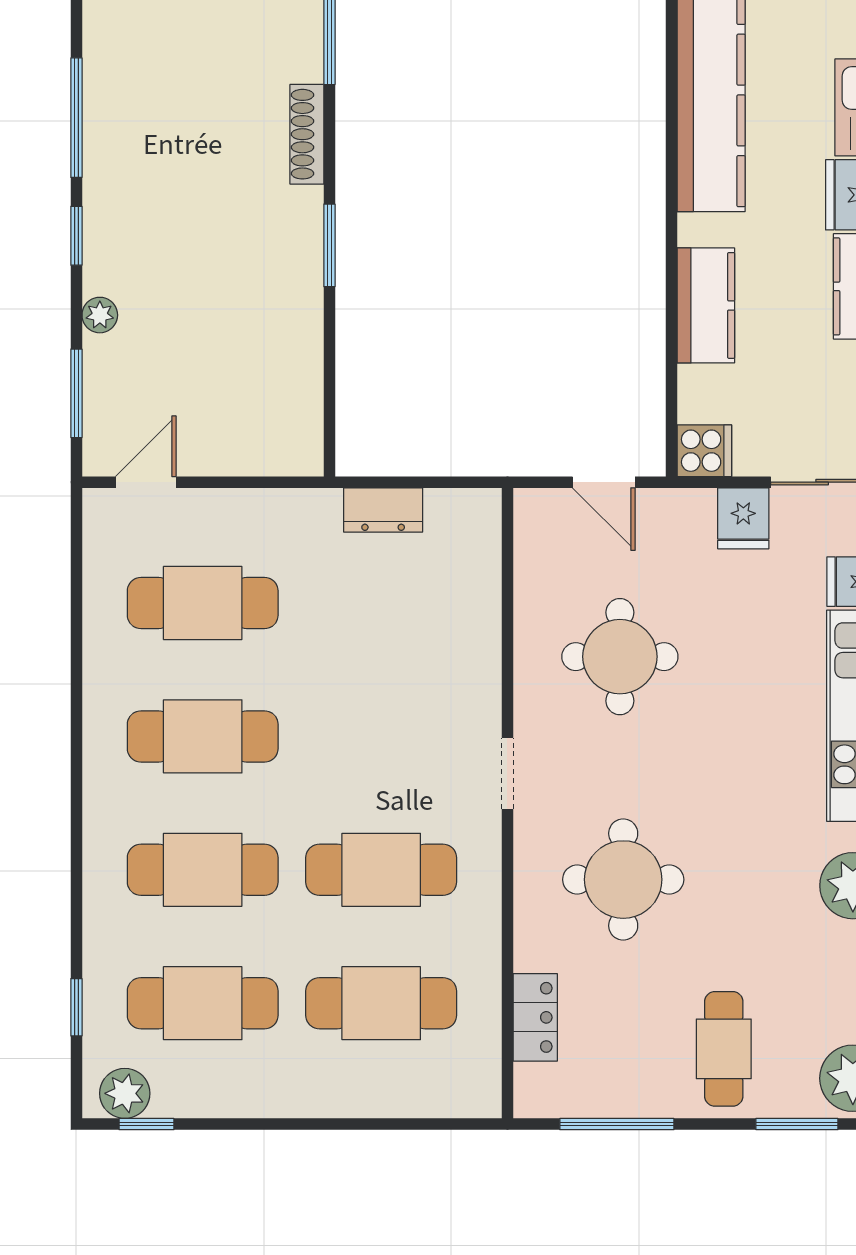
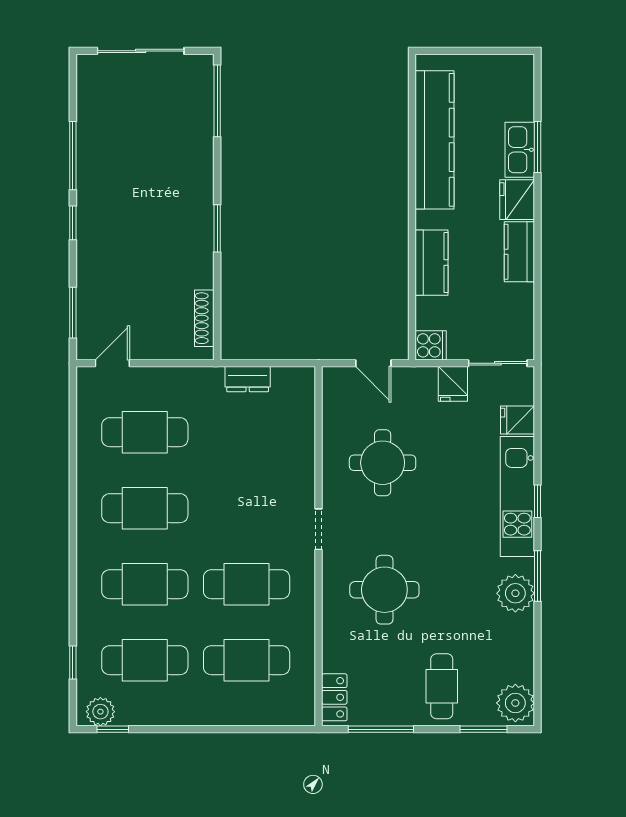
shoe rack: (307, 134) -> (204, 318), moved
plant: (100, 315) -> (86, 268), removed
locker: (535, 1017) -> (334, 697), moved

